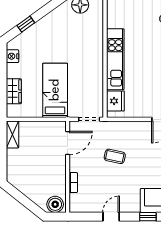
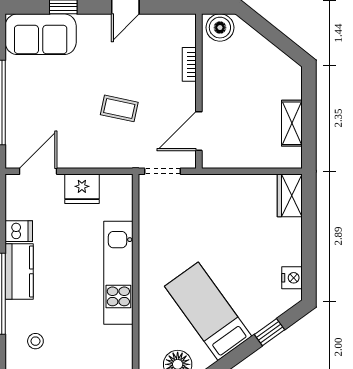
bed: (55, 90) -> (208, 311), moved, turned 144
wardrobe: (14, 91) -> (290, 195), moved
fridge: (115, 101) -> (82, 189), moved, turned -90
shelving: (13, 134) -> (292, 123), moved

